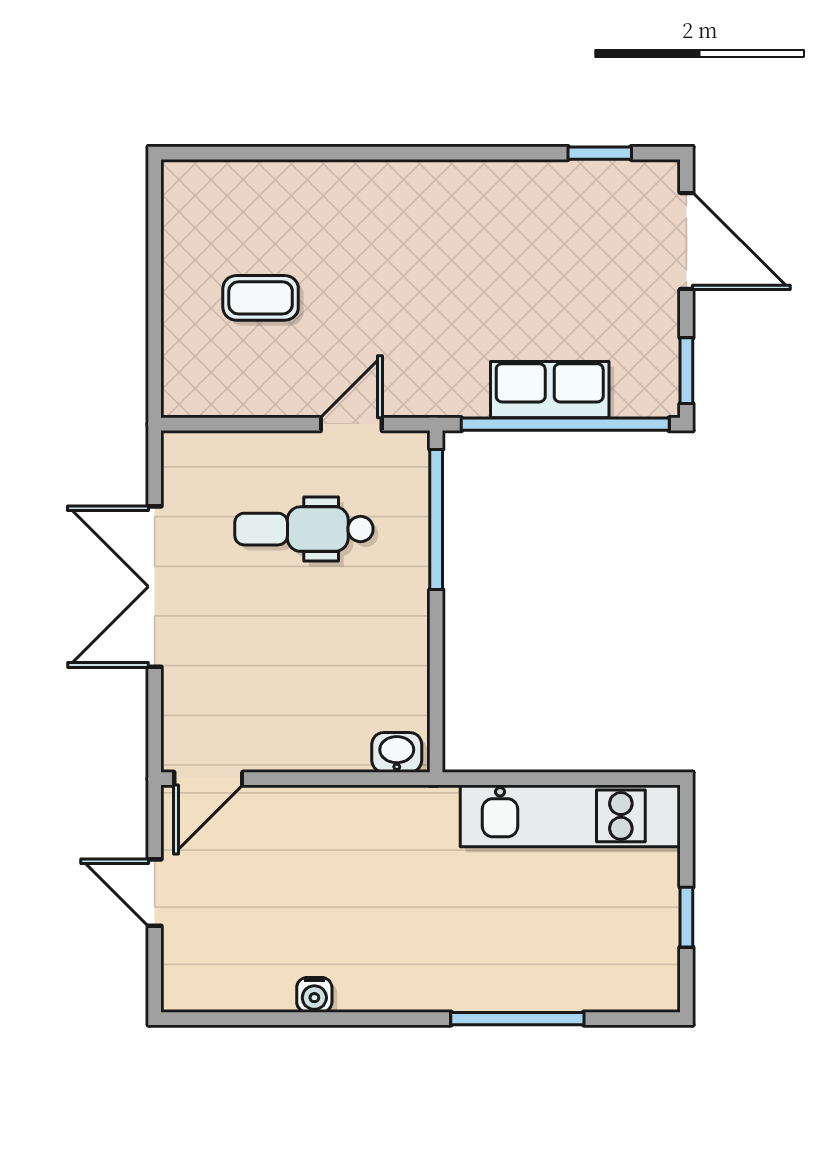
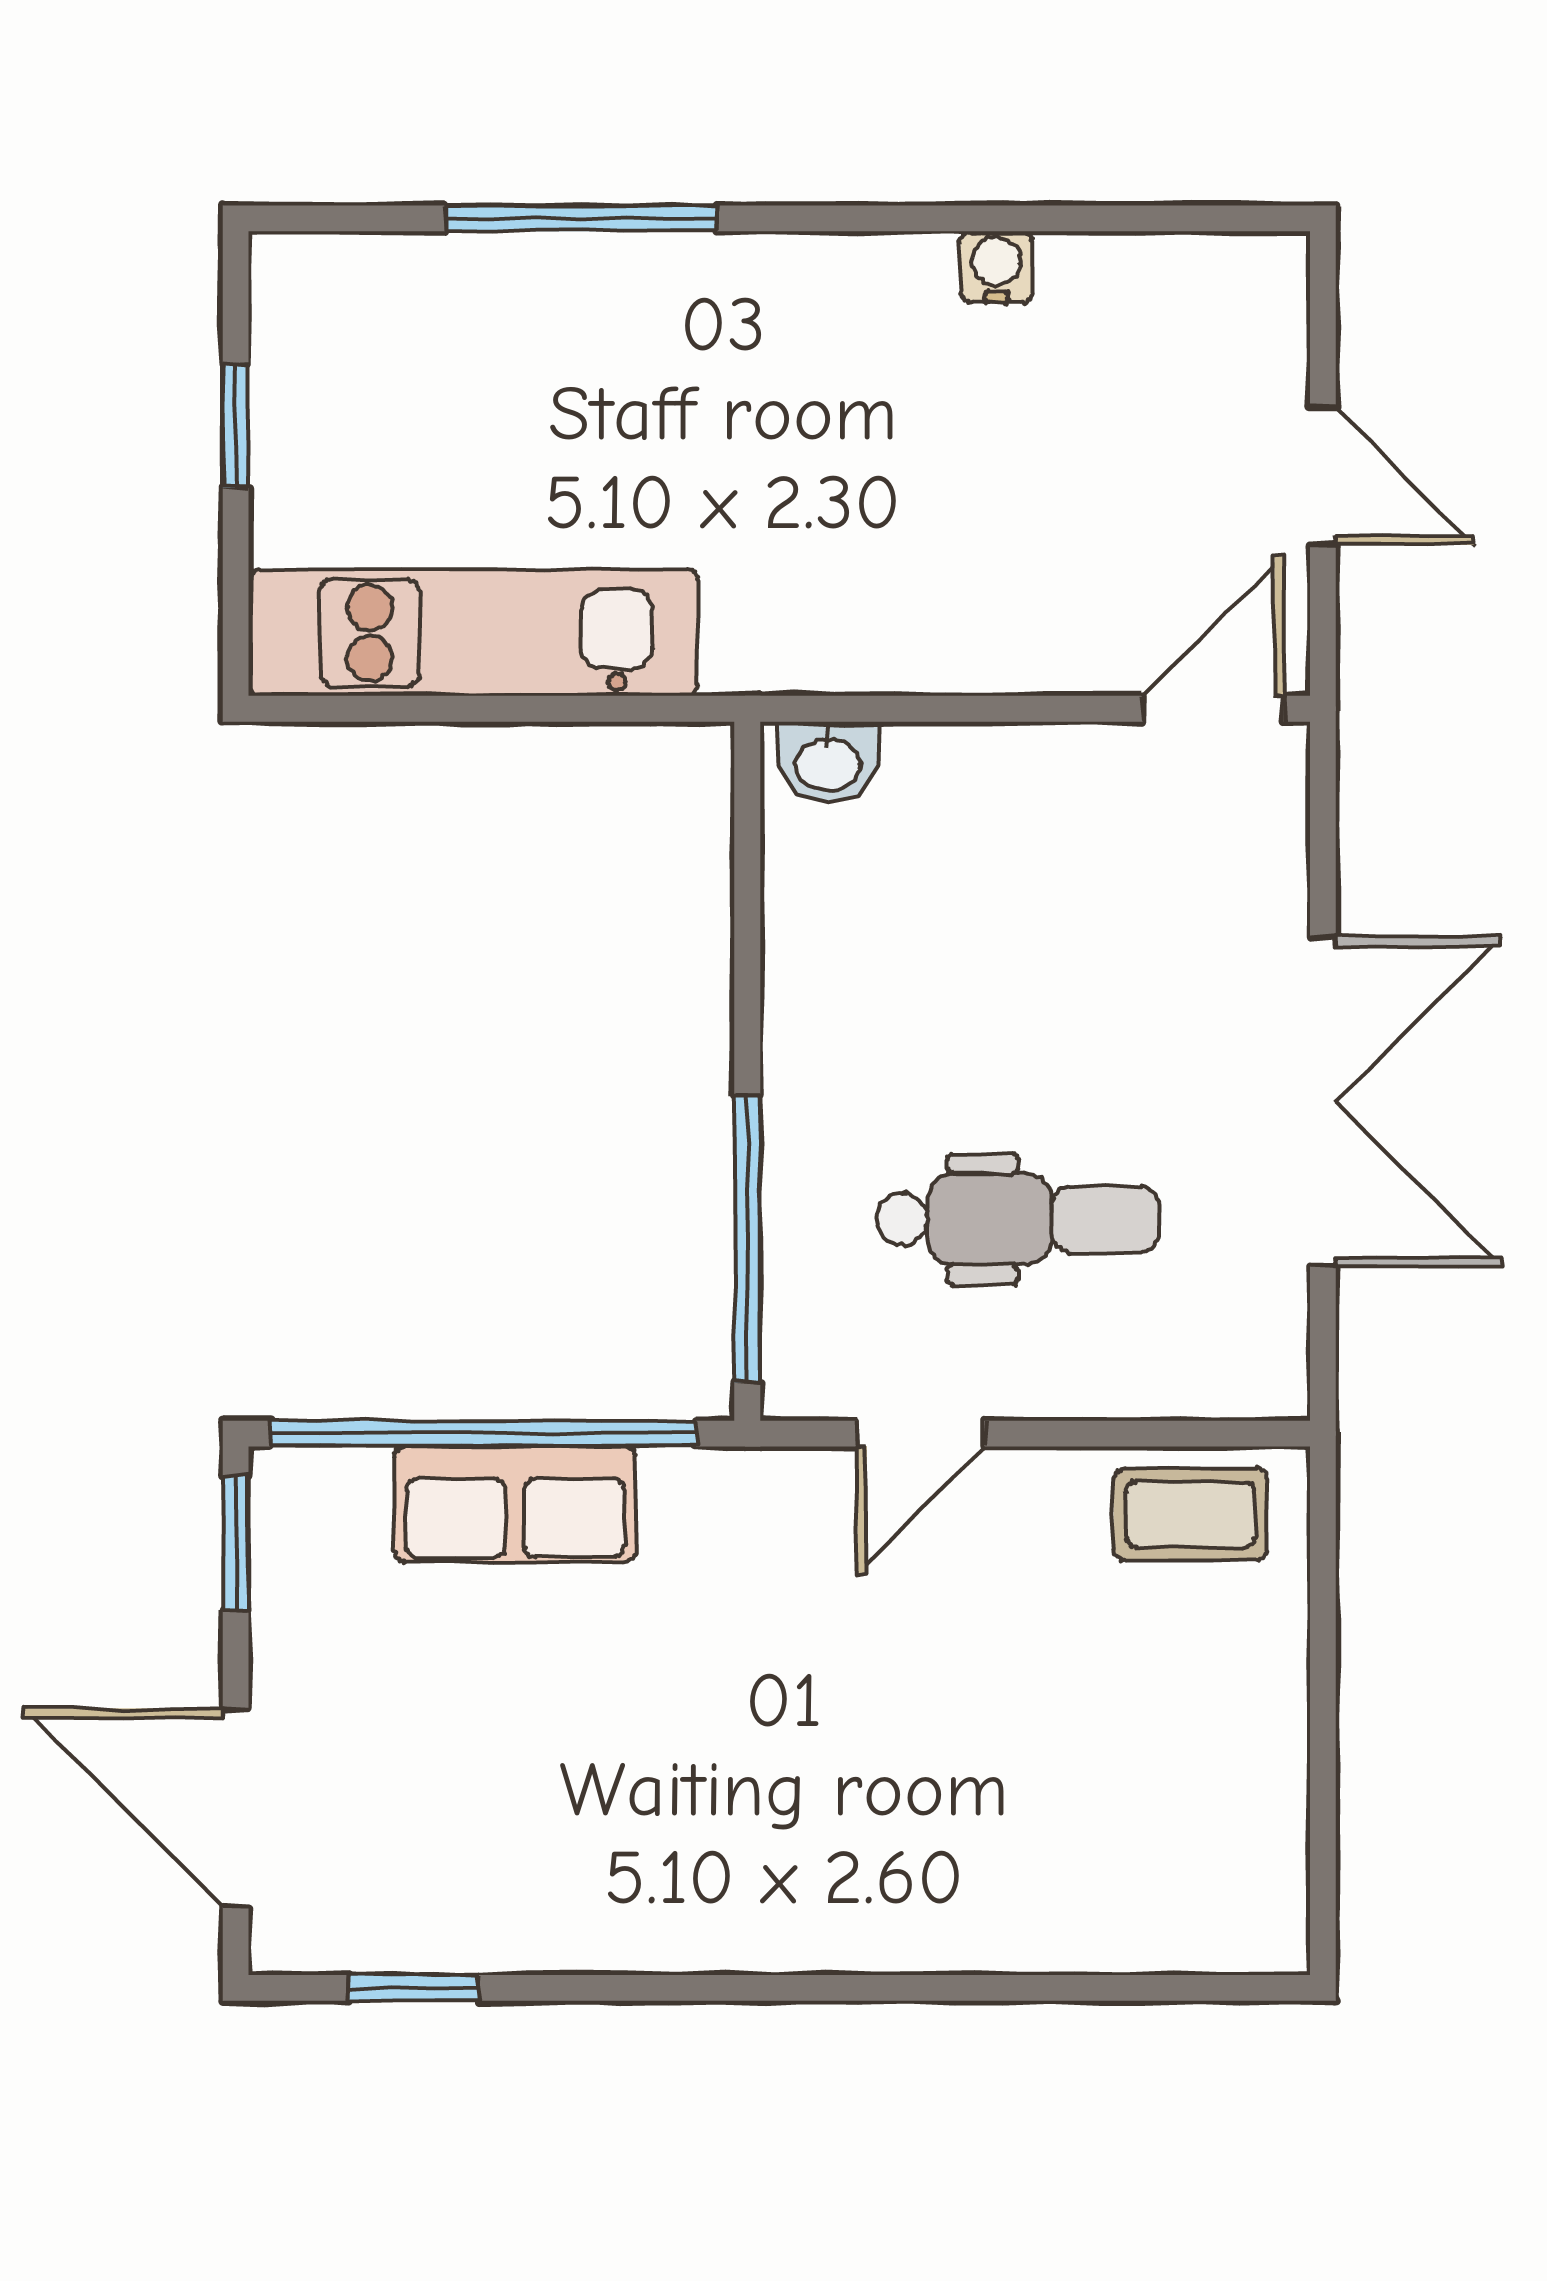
coffee table: (261, 298) -> (1191, 1514), moved

